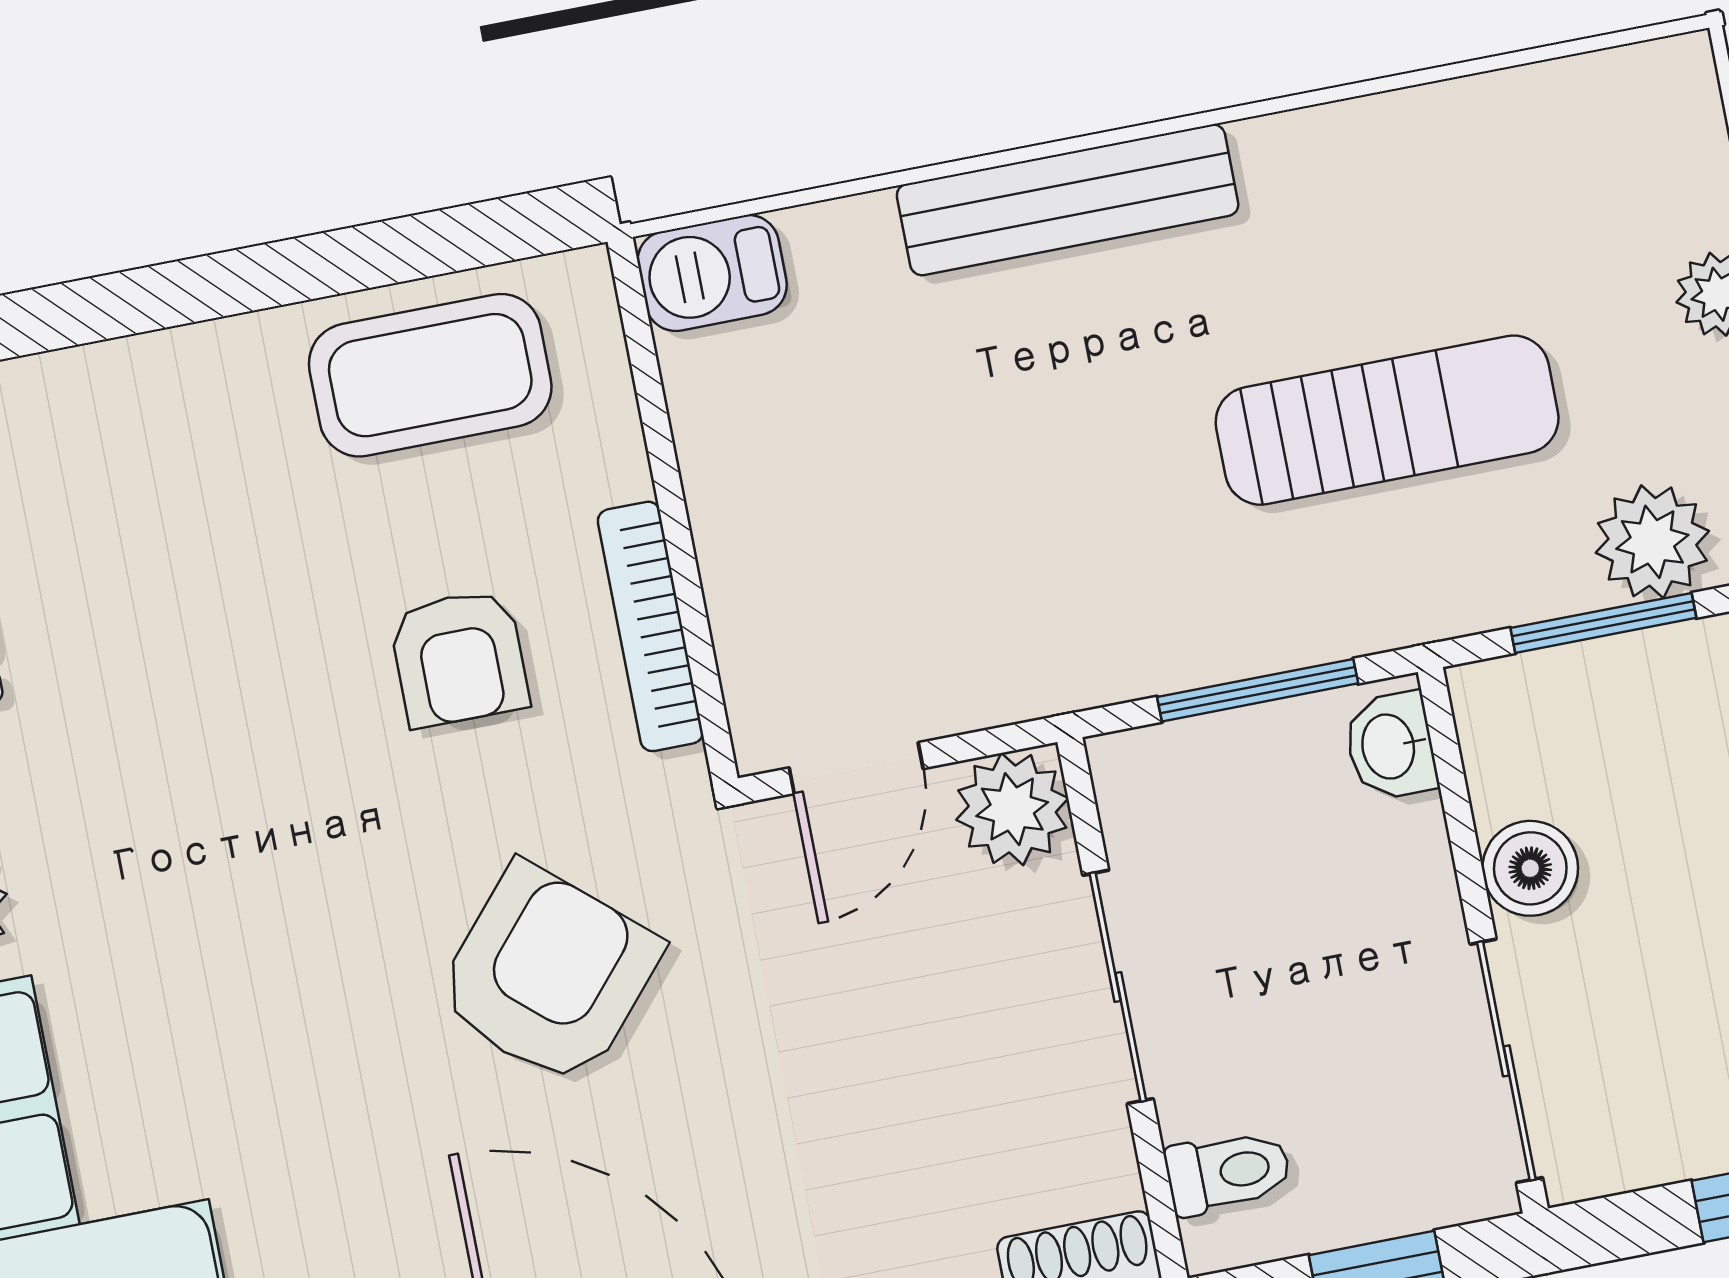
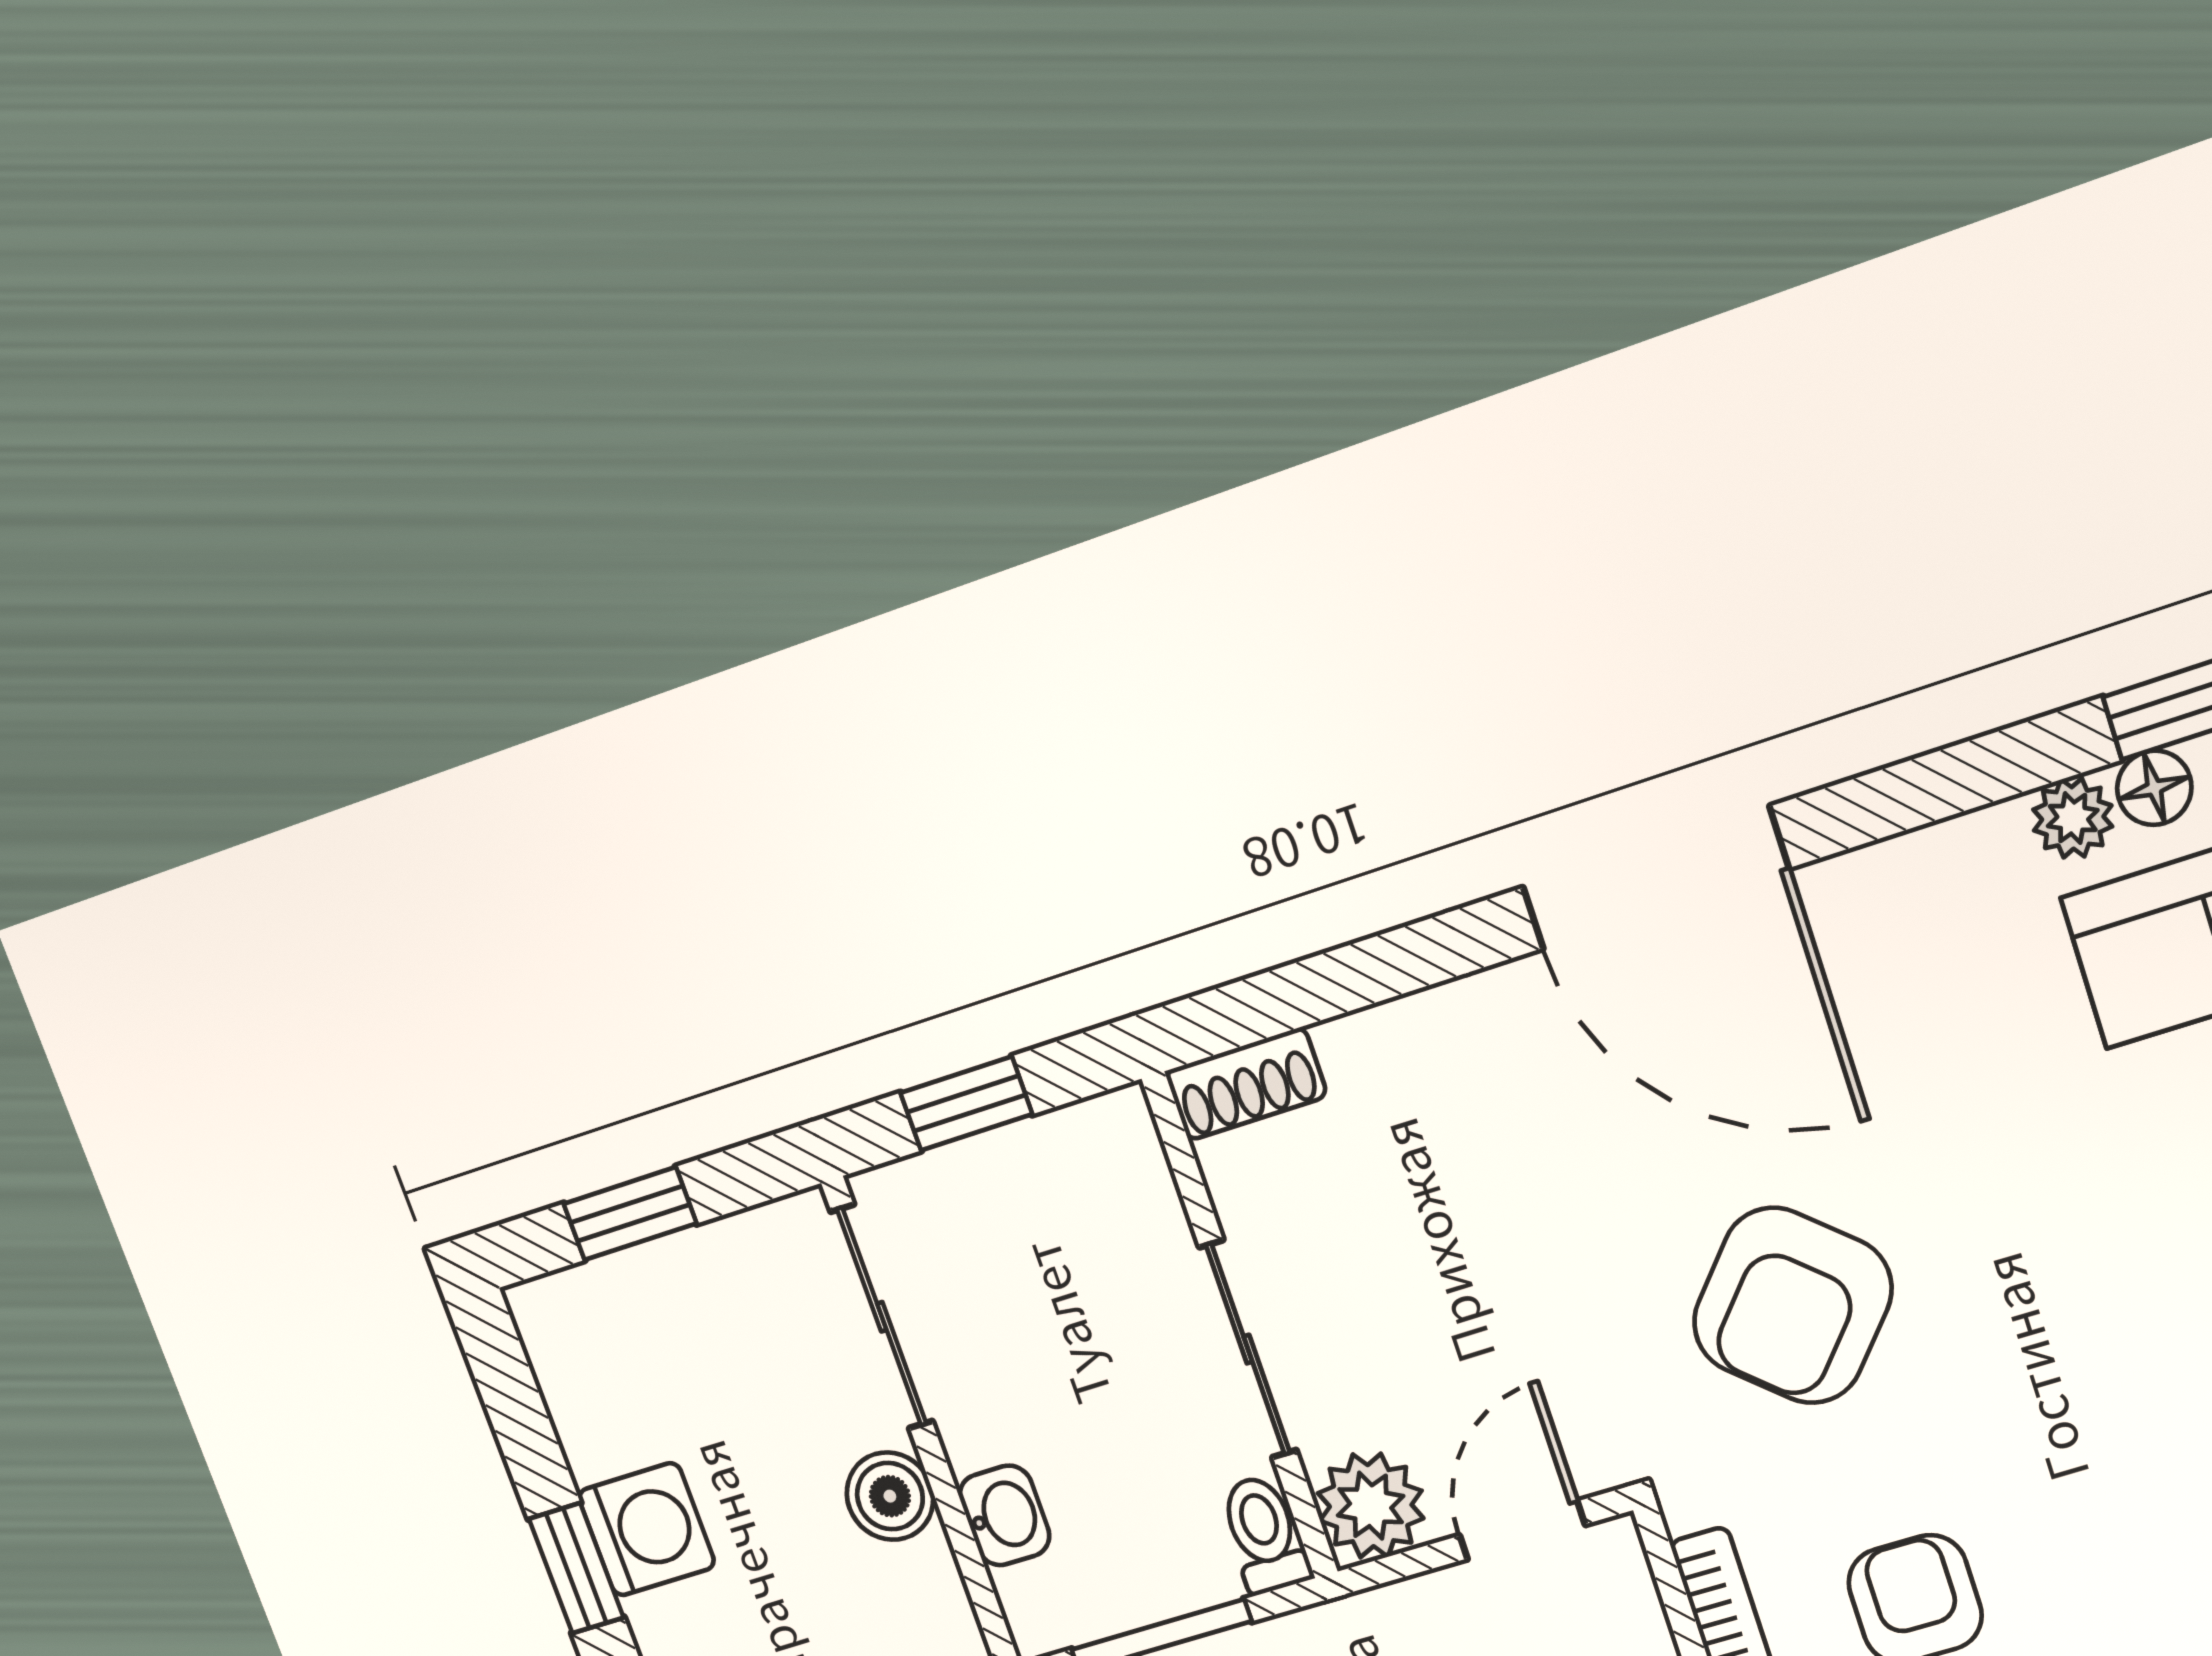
washbasin: (1391, 746) -> (1004, 1515), moved
toilet: (1228, 1172) -> (1264, 1534), moved, turned 90

